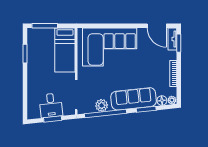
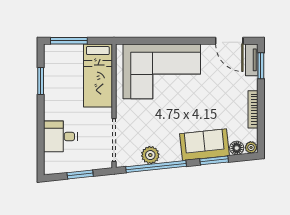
sofa: (134, 99) -> (204, 145), width x0.73
desk: (51, 105) -> (60, 136), moved, turned 96

